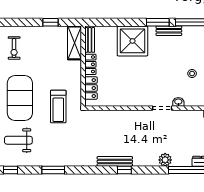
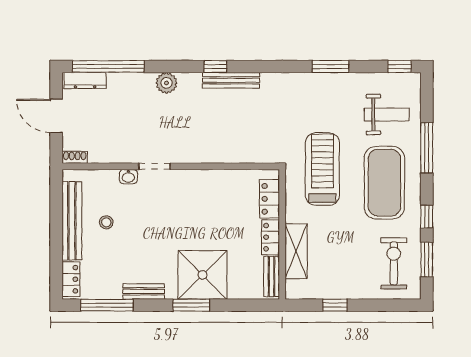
window: (158, 22) -> (191, 305), moved
shelving: (75, 43) -> (296, 251), moved
exercise bike: (14, 48) -> (394, 263), width x1.38, depth x1.39
treadmill: (58, 107) -> (322, 169), width x1.37, depth x1.38
plant: (165, 160) -> (166, 83), moved

